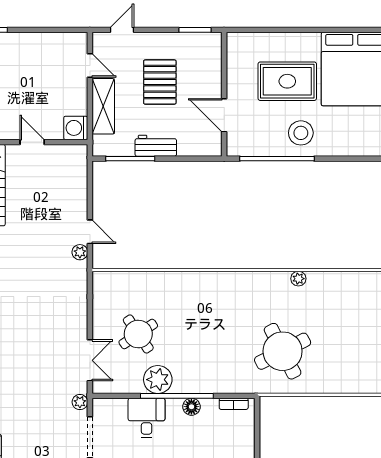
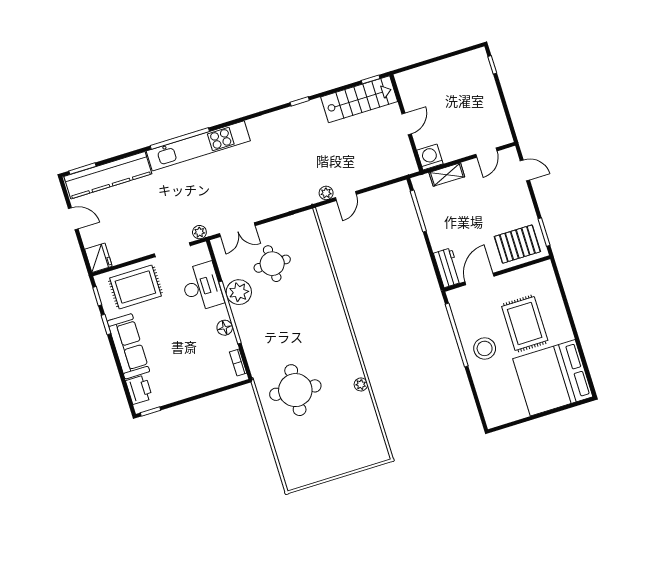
pallet: (160, 82) -> (517, 244), moved
shelving: (103, 106) -> (447, 175), width x0.67, depth x0.75
workbench: (156, 146) -> (448, 268), moved
round table: (138, 334) -> (272, 264), turned 34
round table: (283, 351) -> (295, 390), turned 32
desk: (147, 418) -> (202, 287), width x1.37

